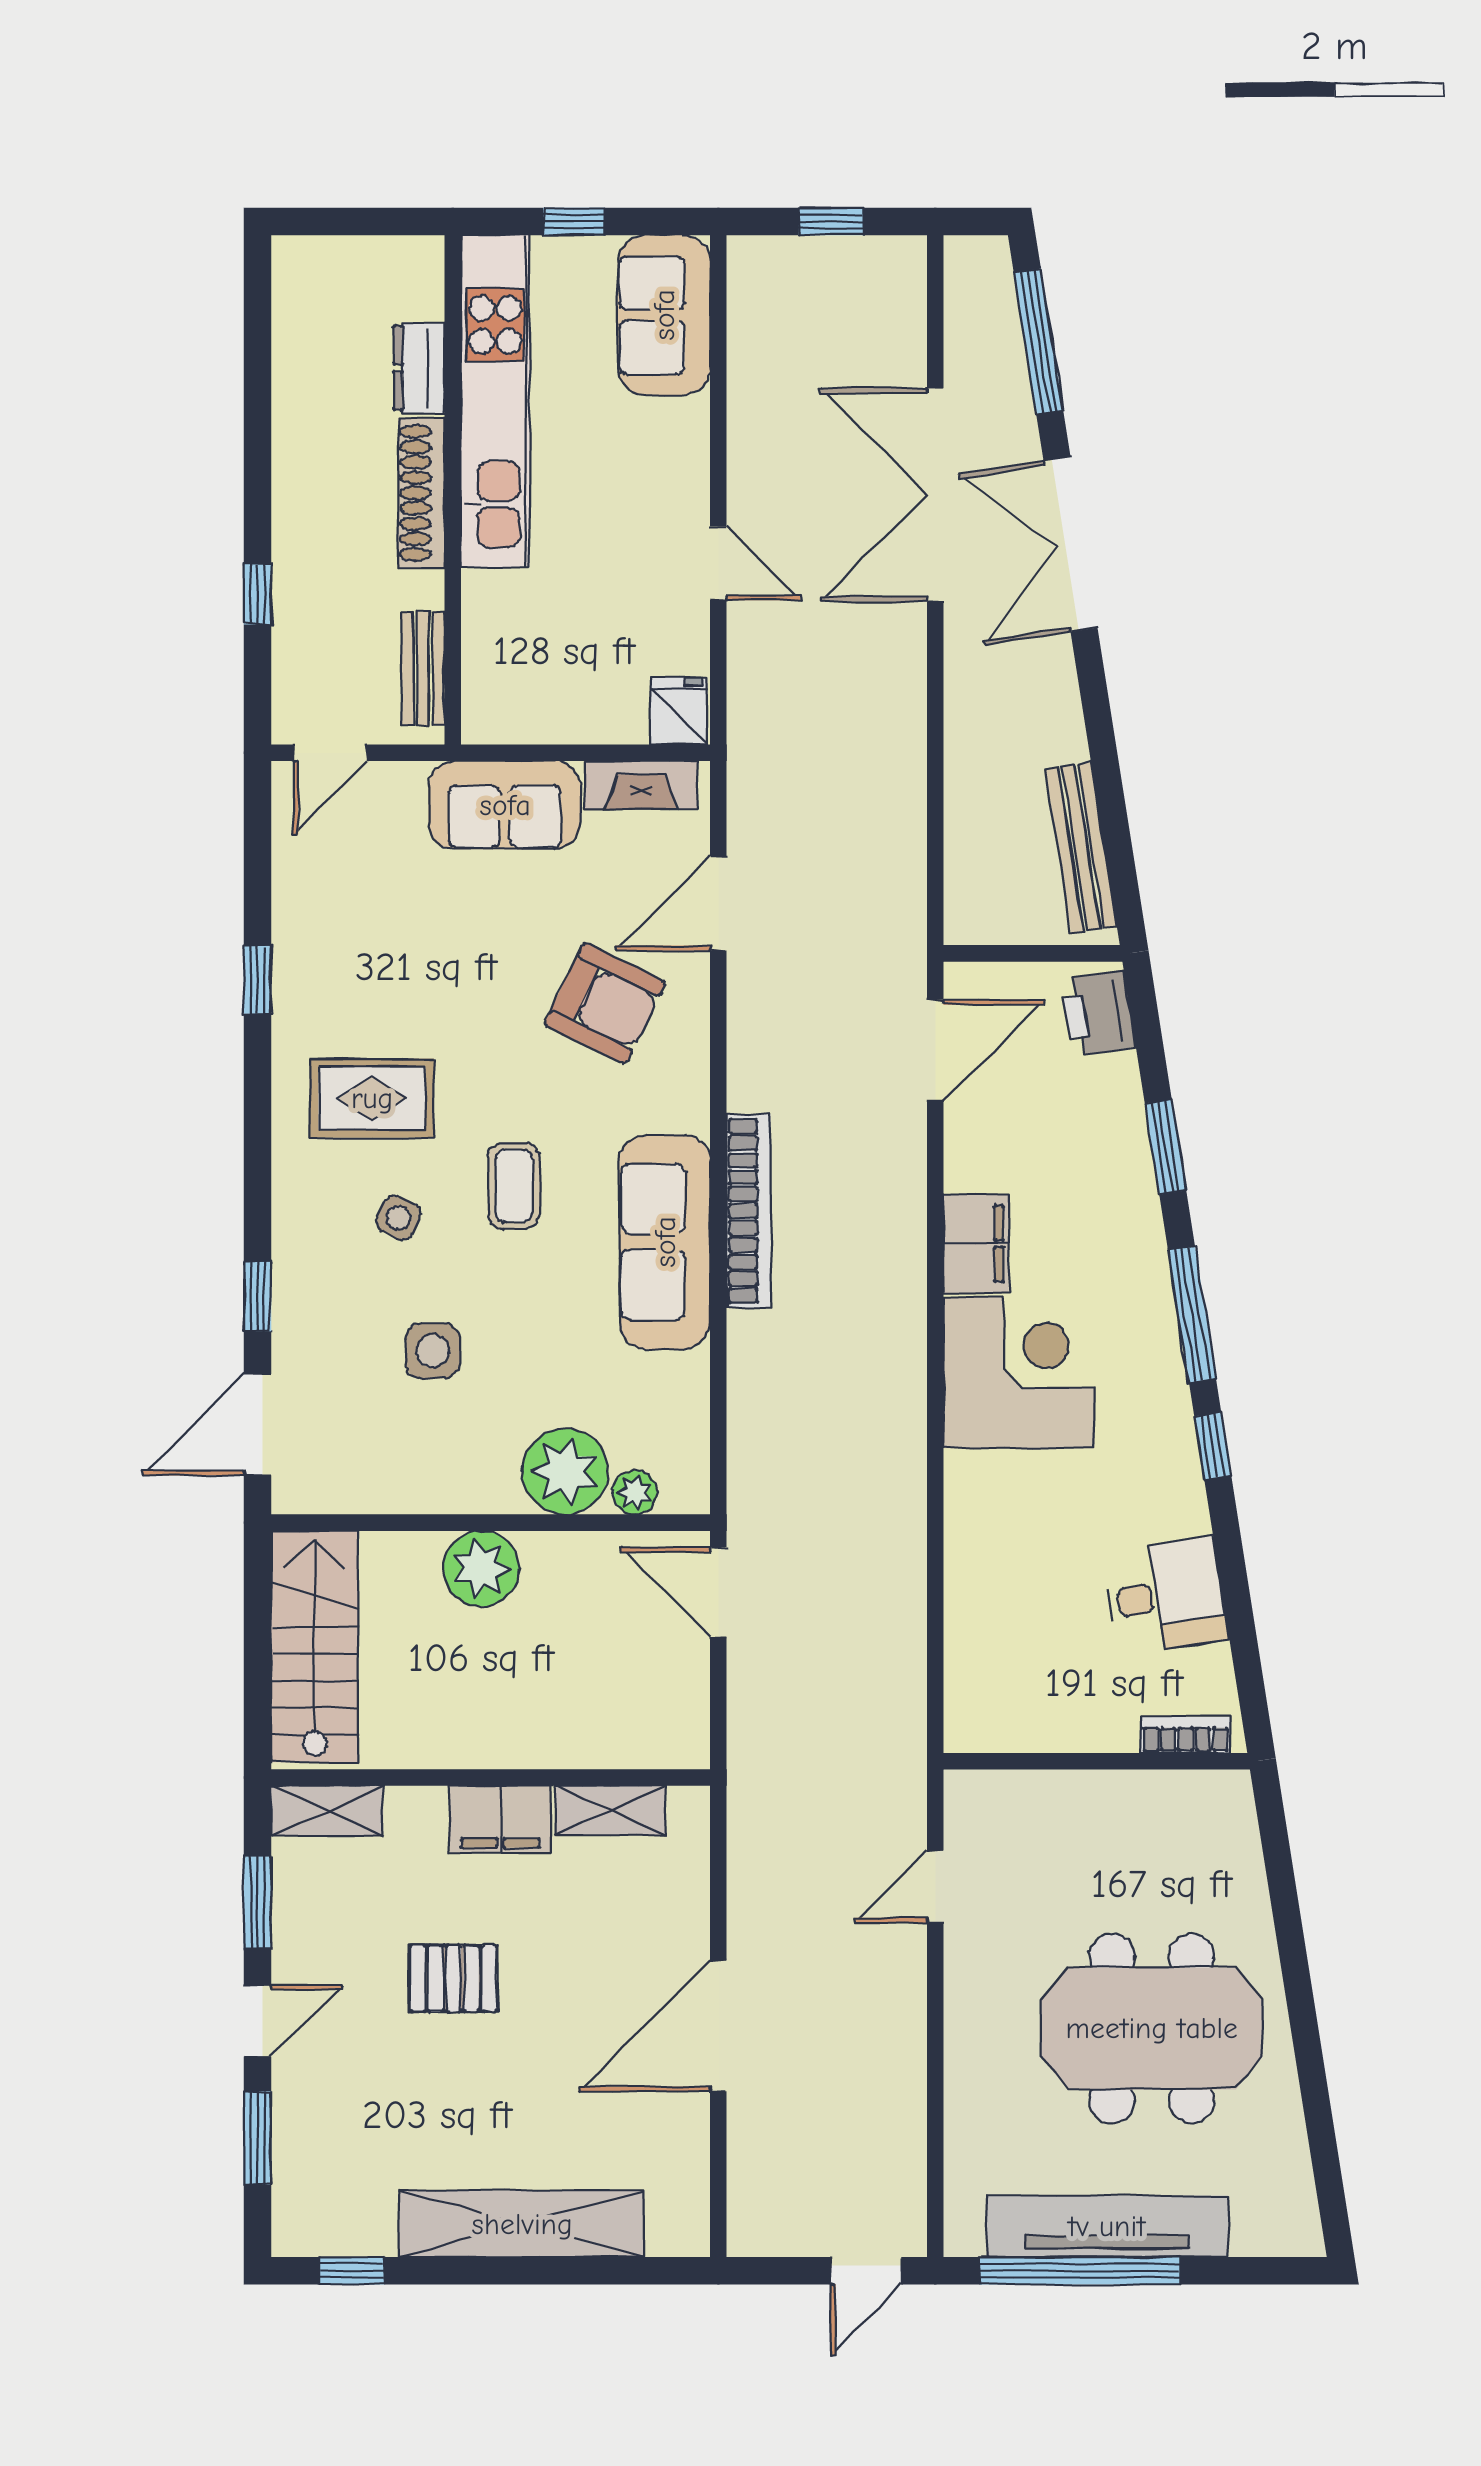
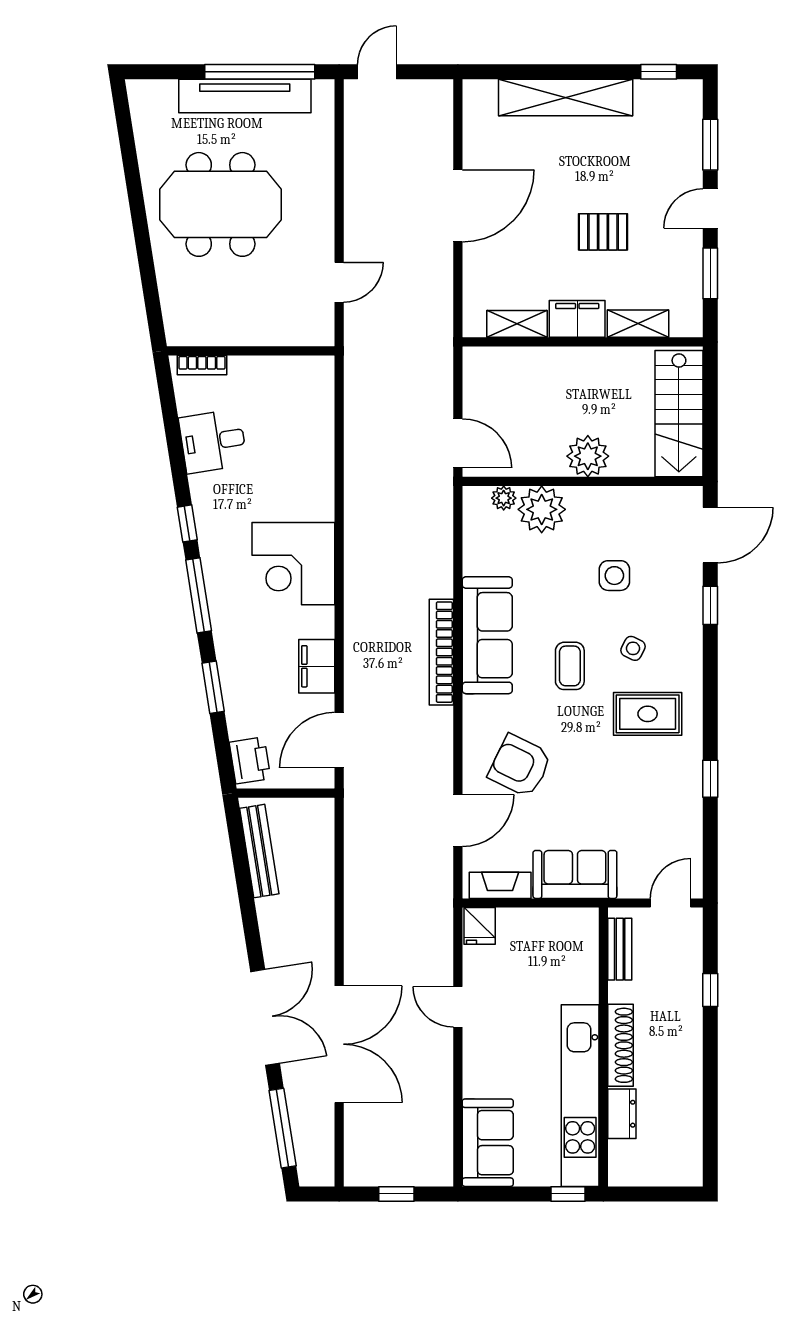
window: (574, 221) -> (568, 1194), moved
filing cabinet: (976, 1244) -> (317, 666), moved
shelving: (327, 1811) -> (638, 324), moved

